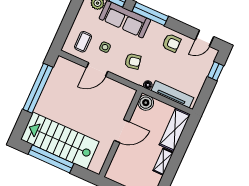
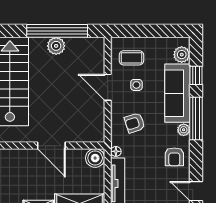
plant: (154, 27) -> (184, 130), added
armchair: (133, 61) -> (135, 123), turned 82
plant: (49, 94) -> (56, 46), added

